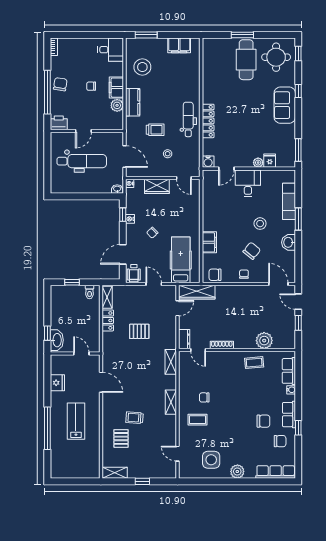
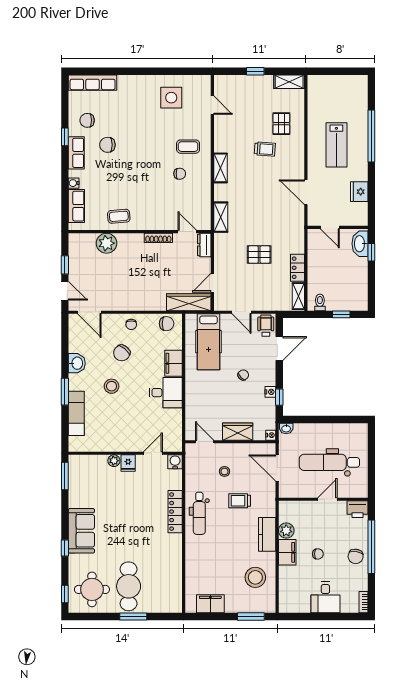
desk: (111, 50) -> (325, 597), moved, turned -90
fridge: (270, 161) -> (128, 463), moved
desk: (248, 183) -> (166, 393), moved, turned -90
plant: (237, 471) -> (139, 83), removed

